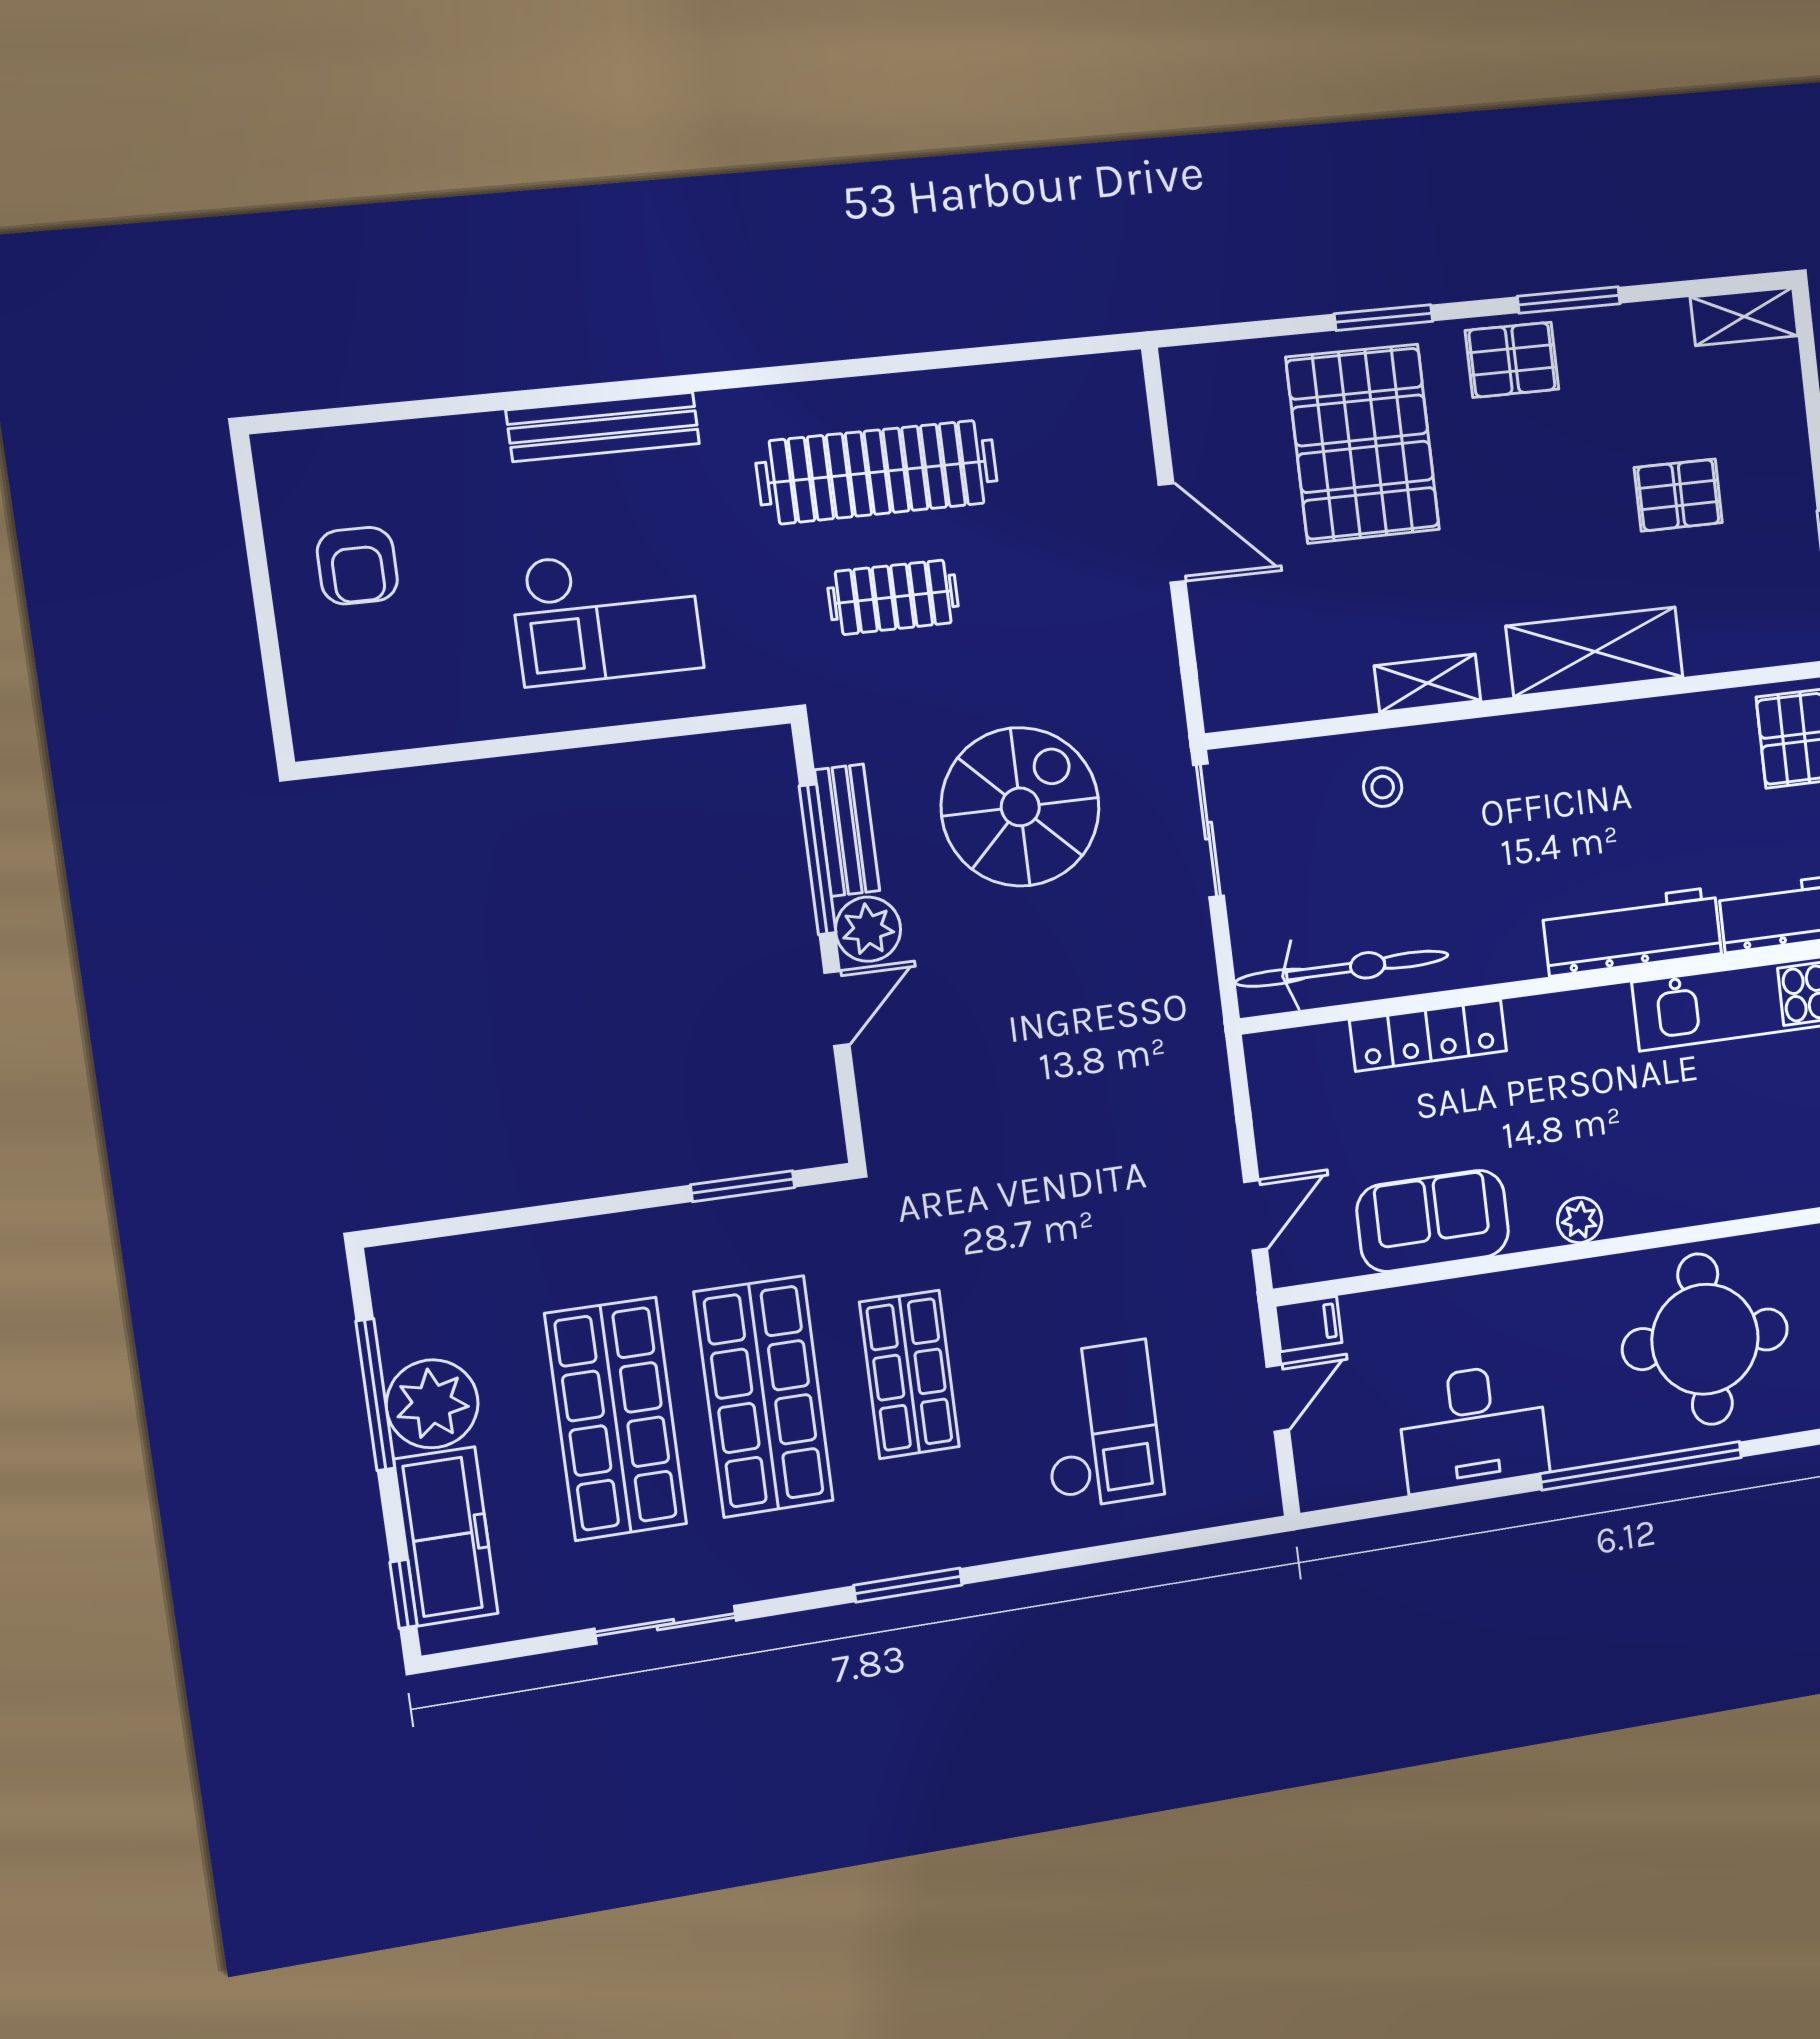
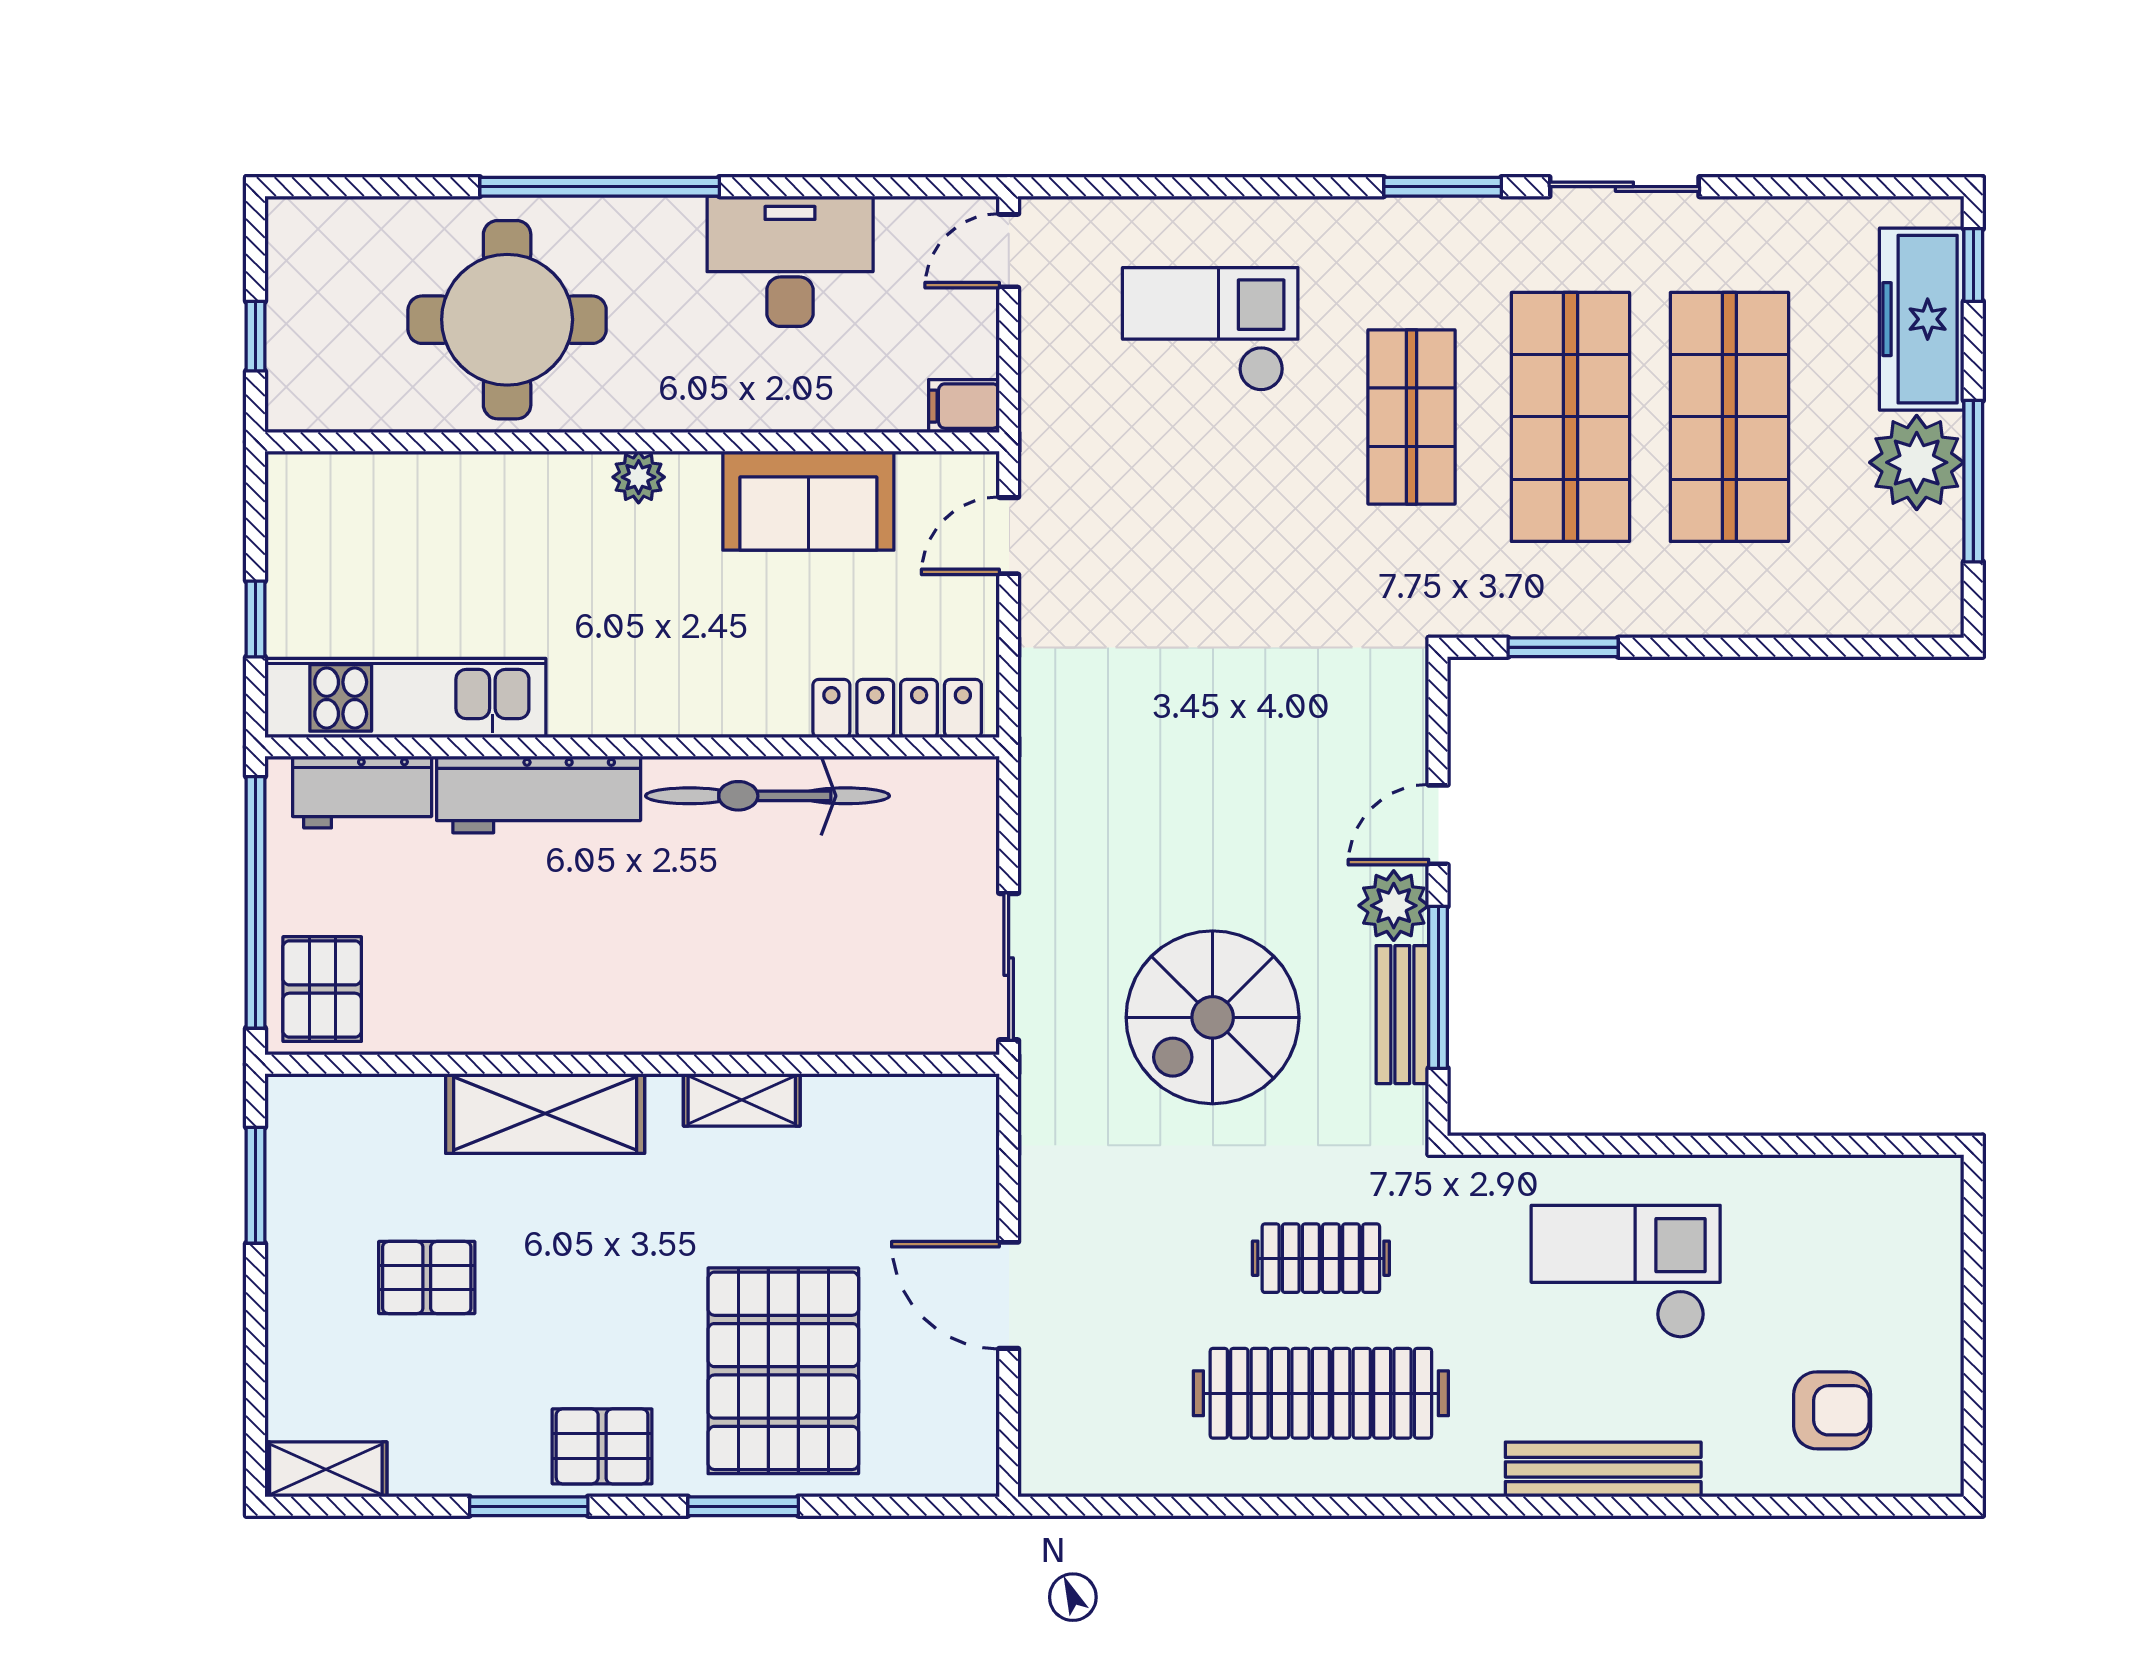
armchair: (357, 566) -> (1832, 1410), moved, turned 90
stool: (1383, 787) -> (807, 991), removed
bicycle: (1342, 969) -> (768, 796), moved
locker: (1428, 1036) -> (897, 708), moved
door: (1278, 1398) -> (1009, 251), moved
checkout: (1100, 1425) -> (1210, 329), turned 90
sliding door: (665, 1625) -> (1624, 187), moved

